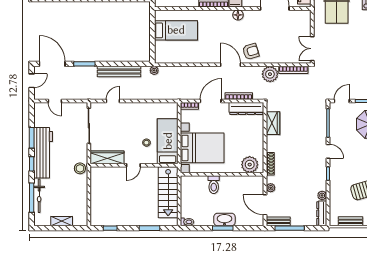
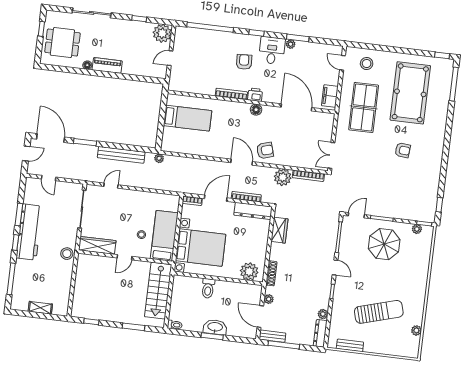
bicycle: (39, 196) -> (19, 278), removed

